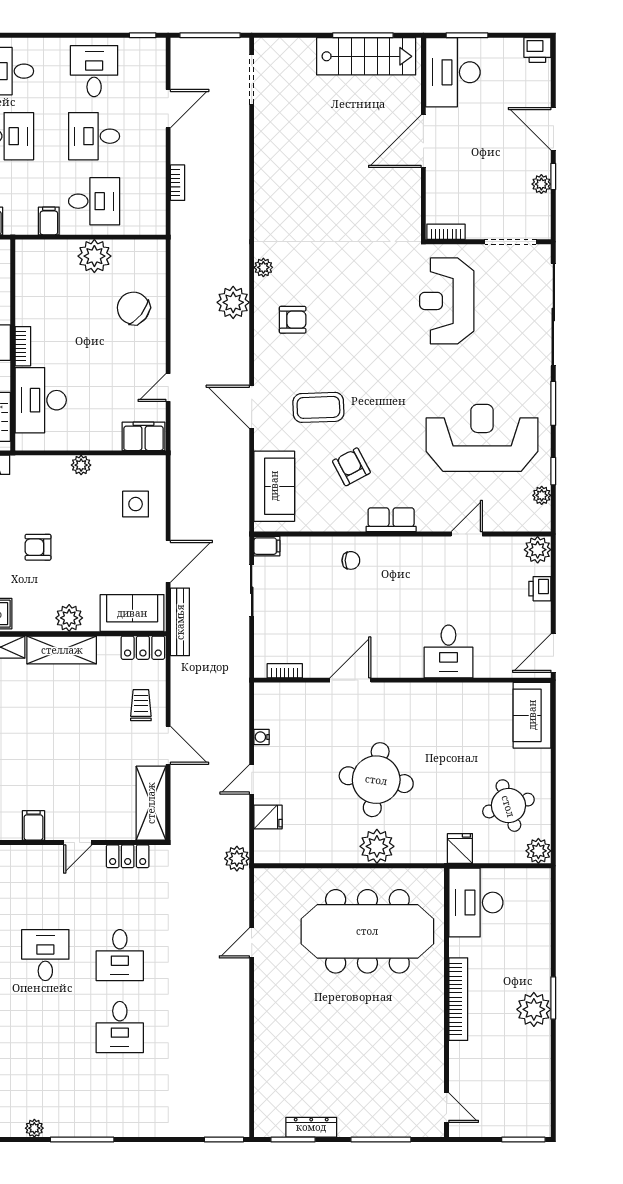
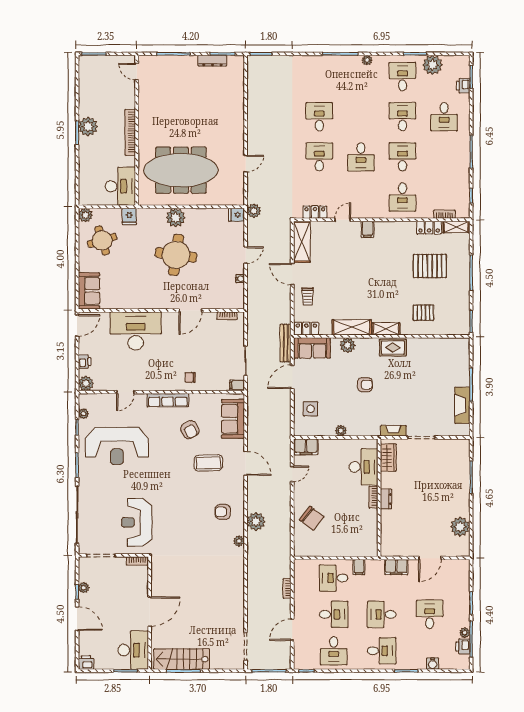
plant: (94, 256) -> (333, 547), removed
reception desk: (447, 301) -> (137, 522), turned 180
row of seats: (391, 520) -> (168, 400), width x1.48
desk: (448, 651) -> (136, 331), width x1.87, depth x1.30
fridge: (268, 817) -> (236, 215), moved

